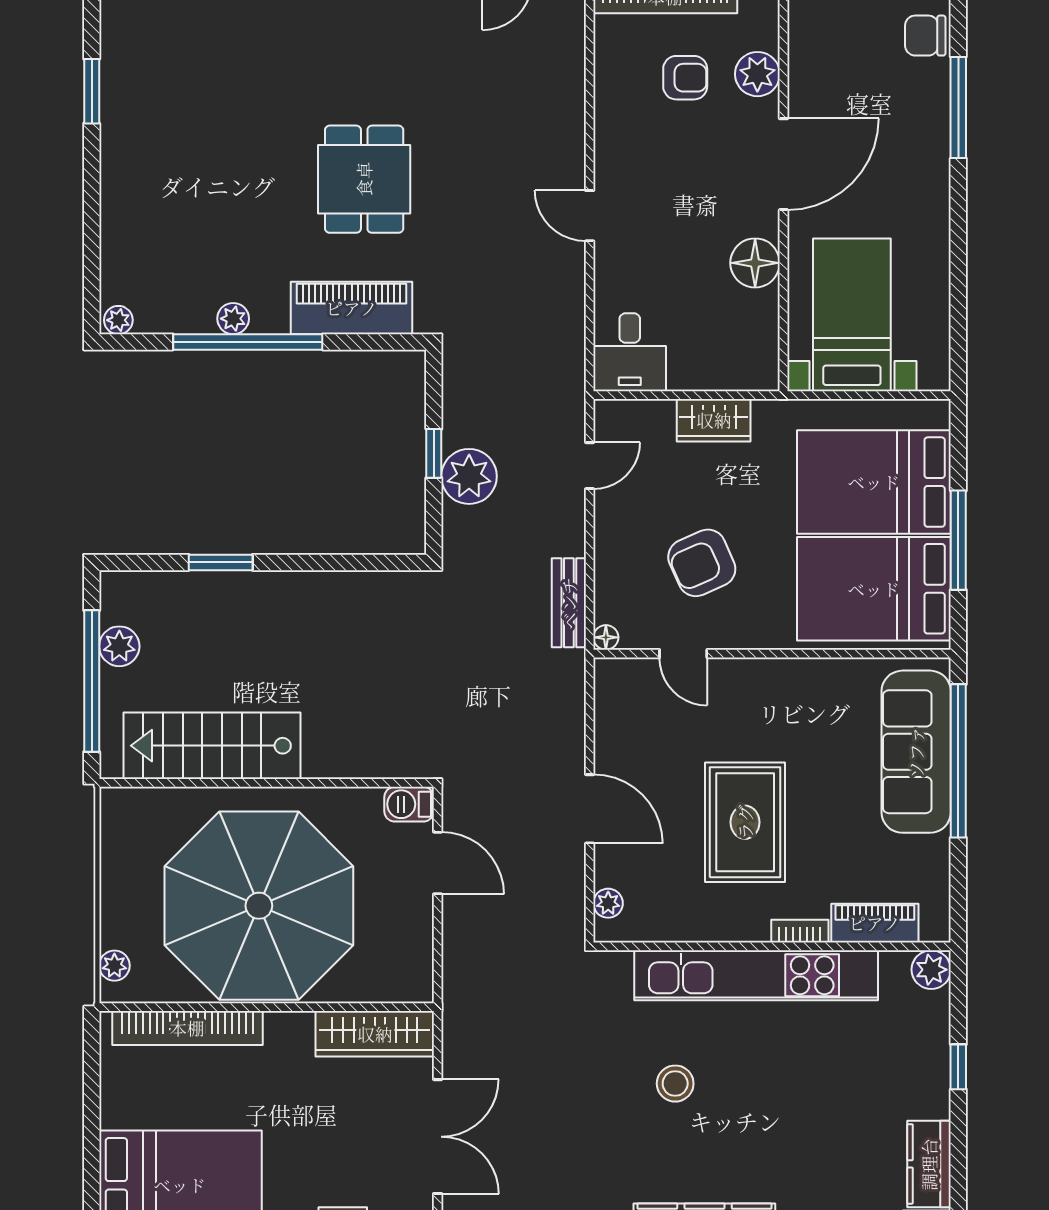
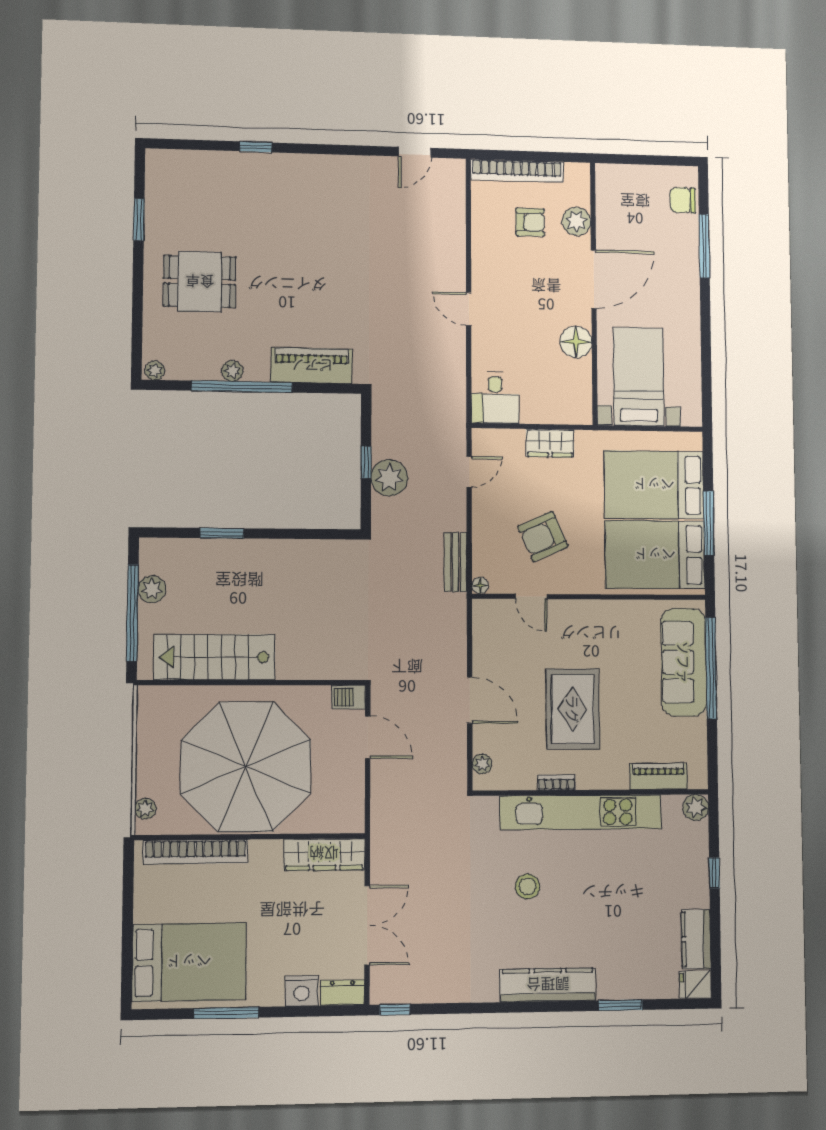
dining table: (364, 179) -> (200, 282), moved, turned 90
bookcase: (800, 931) -> (556, 782), moved

